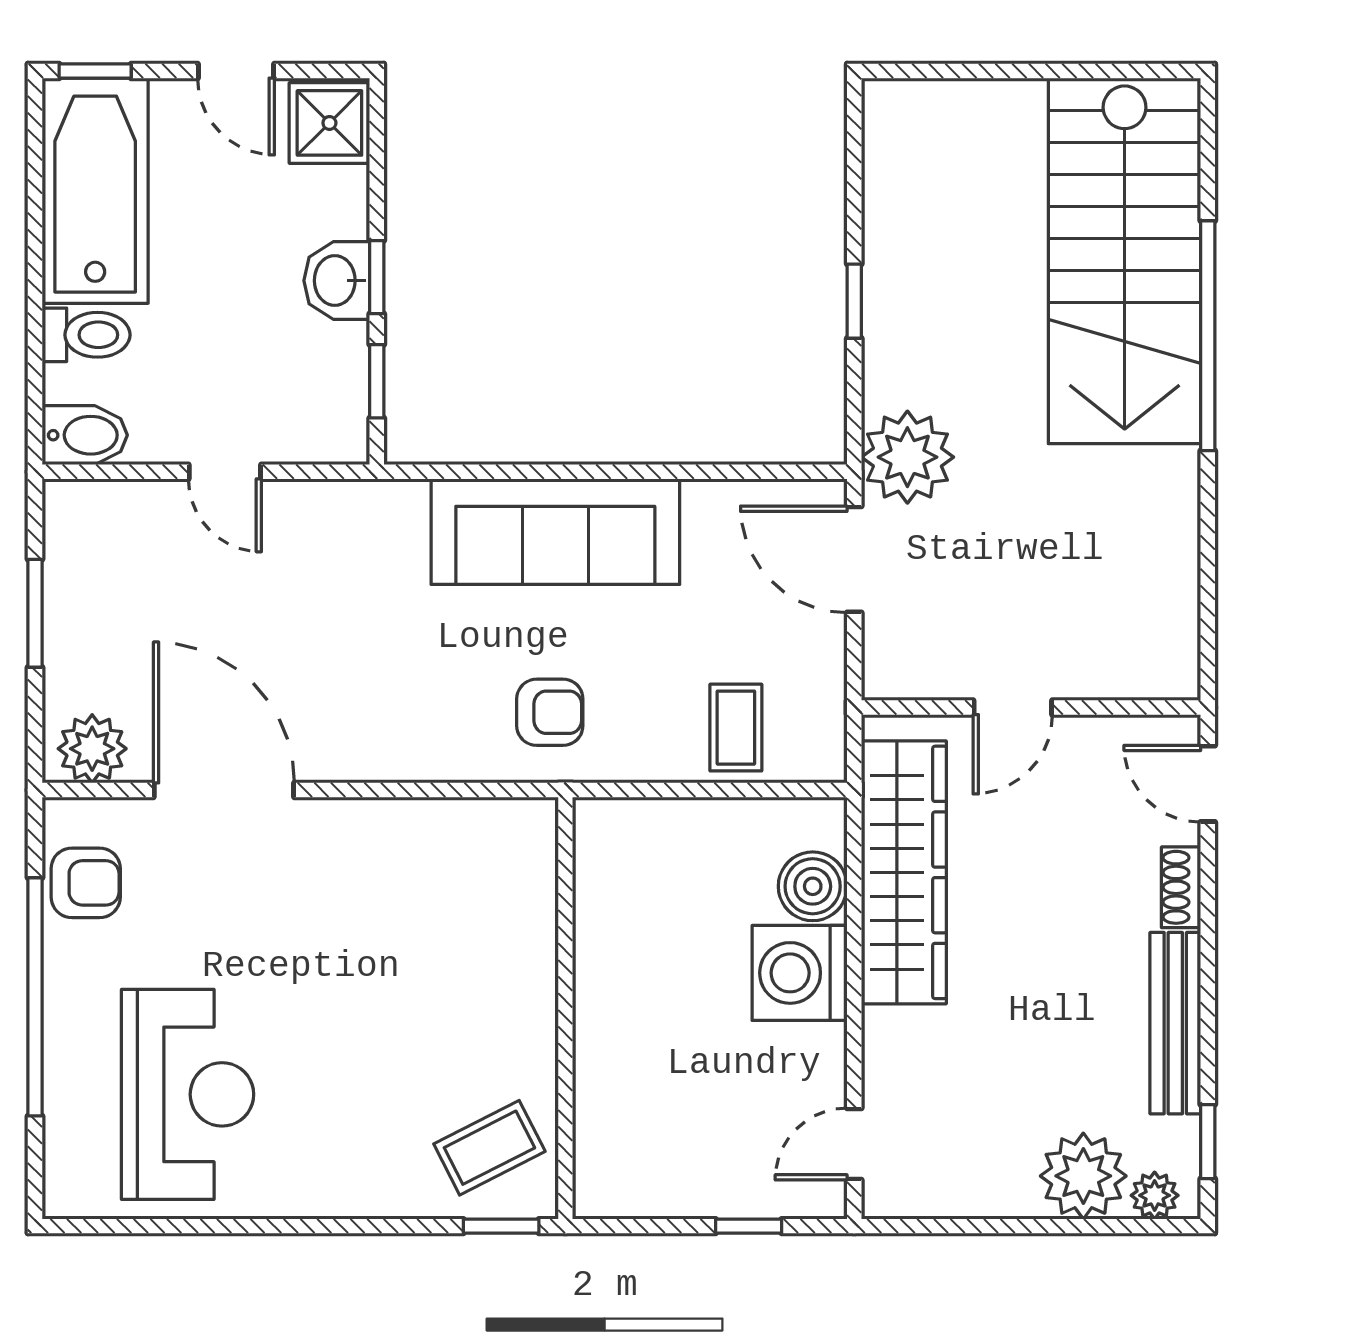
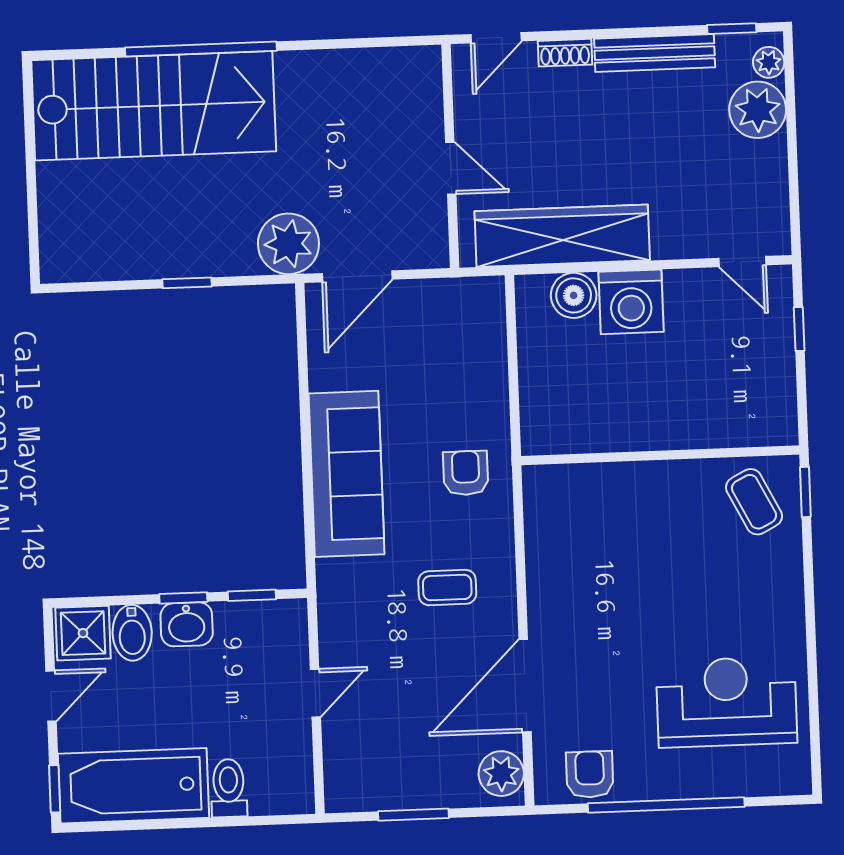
bidet: (85, 435) -> (132, 633), moved, turned 180
coffee table: (736, 728) -> (447, 588), moved

